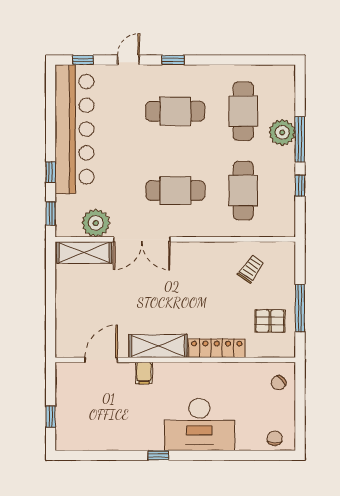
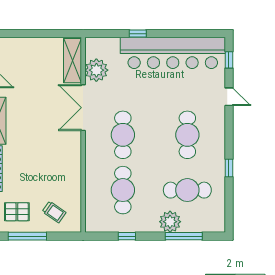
window: (173, 60) -> (229, 168), moved
window: (300, 139) -> (184, 236), moved
cafe table: (243, 191) -> (123, 190), turned 90
window: (51, 214) -> (104, 34), removed
trolley: (251, 269) -> (54, 212), moved
pallet: (270, 321) -> (17, 212), turned 90

